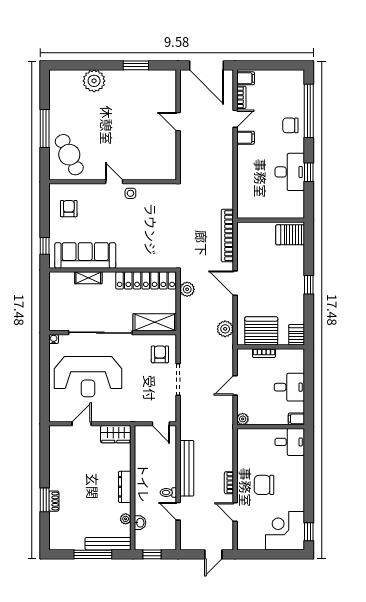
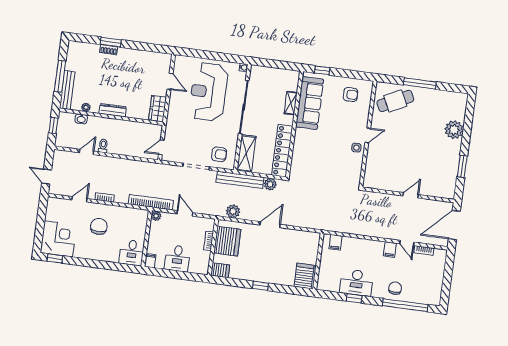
filing cabinet: (246, 78) -> (336, 242), moved
bookcase: (227, 236) -> (151, 202), moved
bench: (187, 468) -> (240, 180), moved

